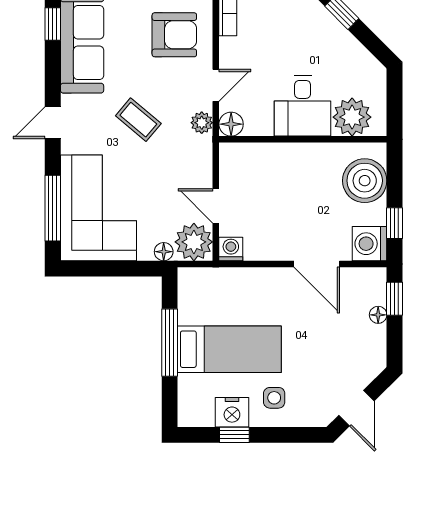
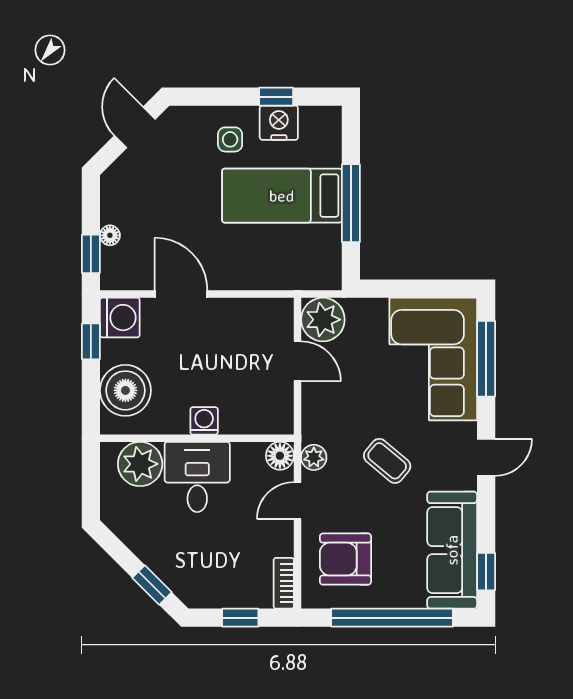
washing machine: (231, 249) -> (204, 421), moved, turned 180
floor lamp: (164, 252) -> (358, 308), removed

